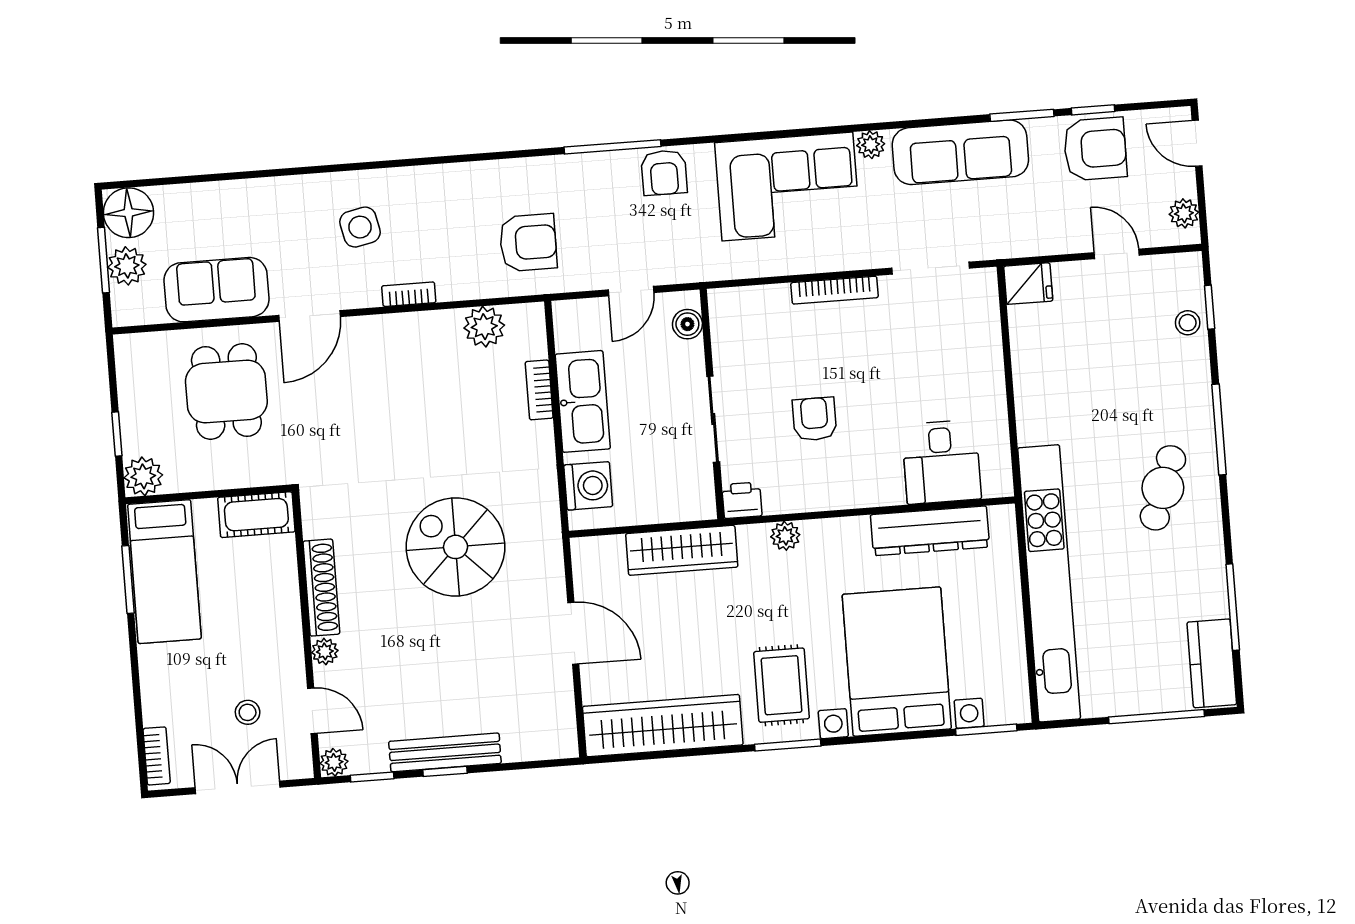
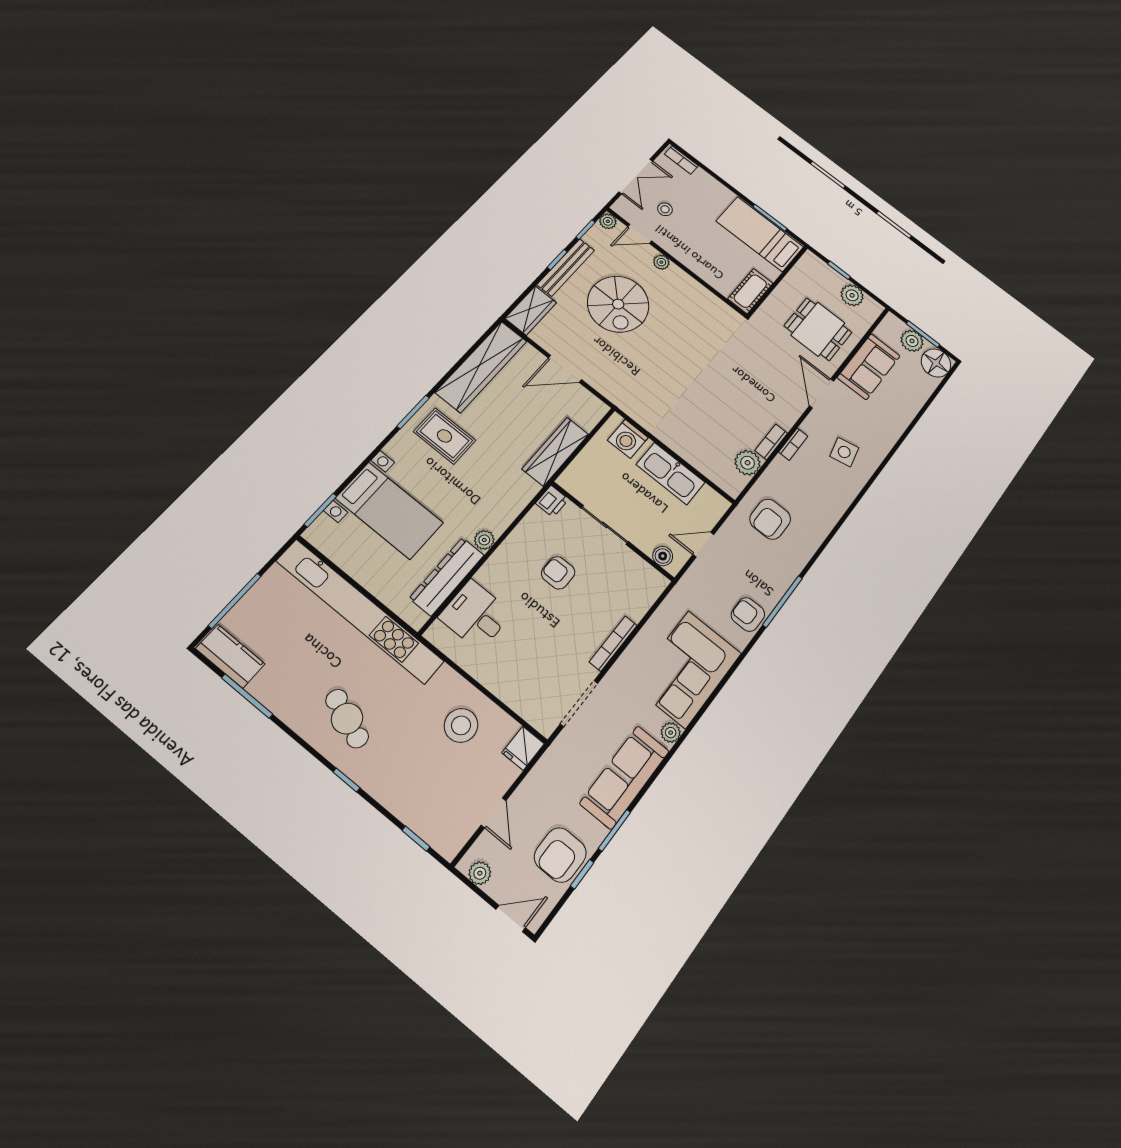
door: (1117, 254) -> (494, 813), hinge flipped
door: (631, 291) -> (703, 545), hinge flipped
stool: (1188, 323) -> (461, 725), moved, width x1.89, depth x1.89
bookcase: (539, 390) -> (771, 442), moved, turned -90
armchair: (814, 419) -> (558, 573), turned 180
window: (1219, 429) -> (346, 780), width x0.46
plant: (143, 476) -> (852, 295), moved
plant: (785, 536) -> (484, 540), moved
spiral stairs: (456, 547) -> (618, 304), moved, turned 90
shoe rack: (321, 588) -> (692, 287), removed
bed with nightstands: (897, 662) -> (389, 510), width x0.73
wardrobe: (540, 739) -> (531, 311), added

